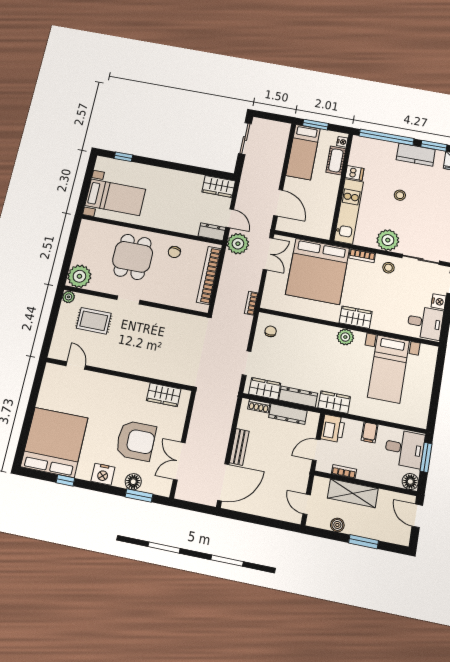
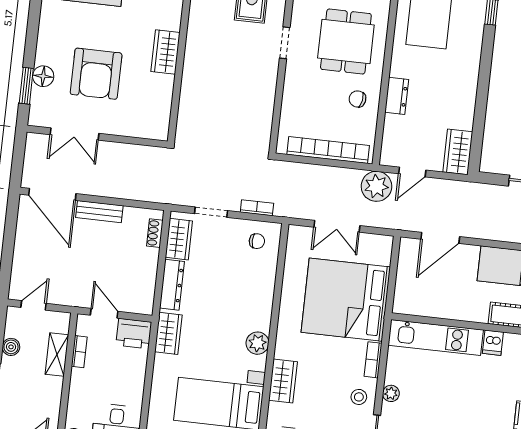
stool: (400, 195) -> (465, 408), removed
dresser: (212, 232) -> (397, 96), moved
plant: (388, 240) -> (391, 393), width x0.53, depth x0.53
double door: (268, 254) -> (337, 226), moved
dining table: (133, 257) -> (346, 42), turned 90
bookcase: (251, 303) -> (257, 208), moved
wardrobe: (356, 317) -> (283, 381), moved
wardrobe: (164, 395) -> (165, 52), moved
dresser: (288, 414) -> (148, 273), removed
filing cabinet: (370, 432) -> (132, 382), removed
double door: (179, 461) -> (75, 134), swing flipped
nightstand: (103, 474) -> (49, 35), removed
shelving: (353, 493) -> (57, 355), width x0.67, depth x0.75

